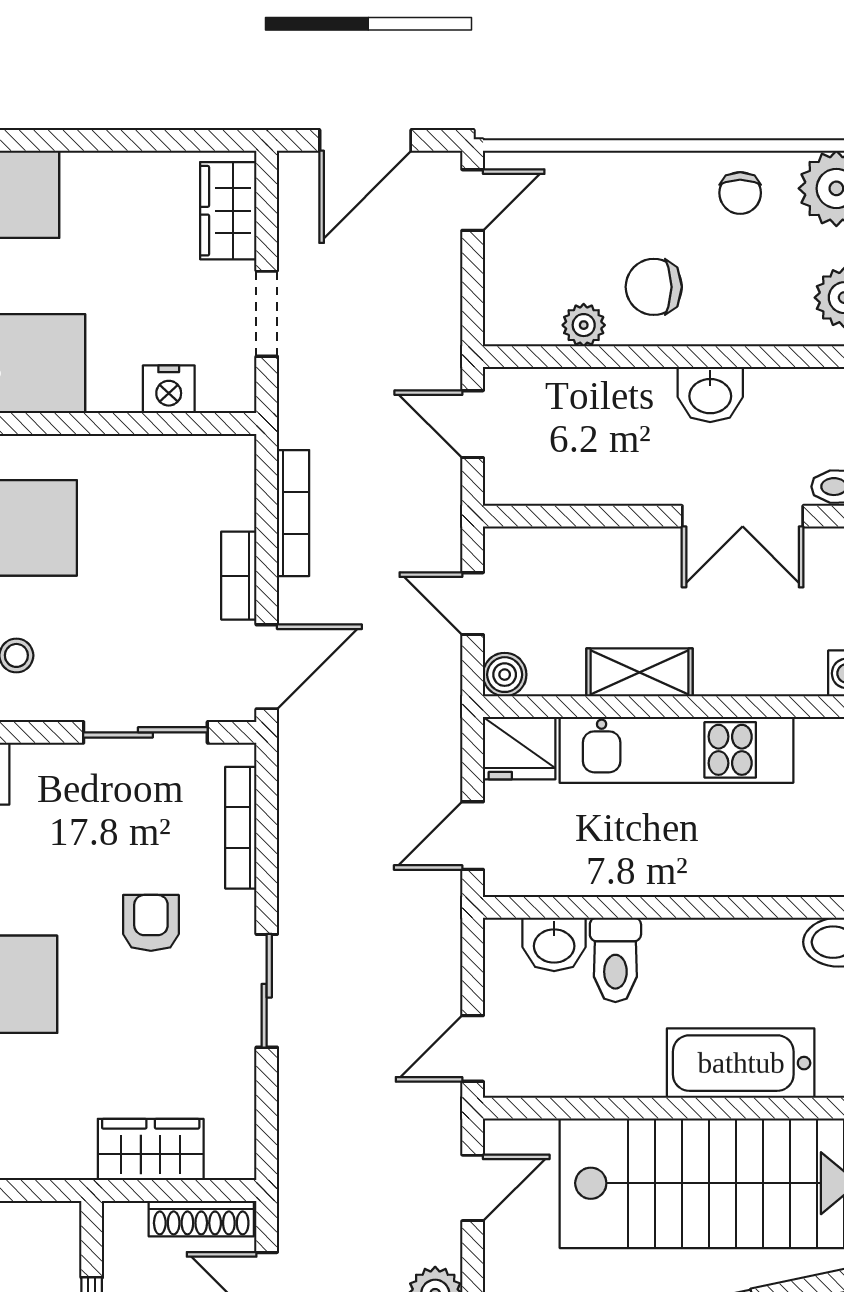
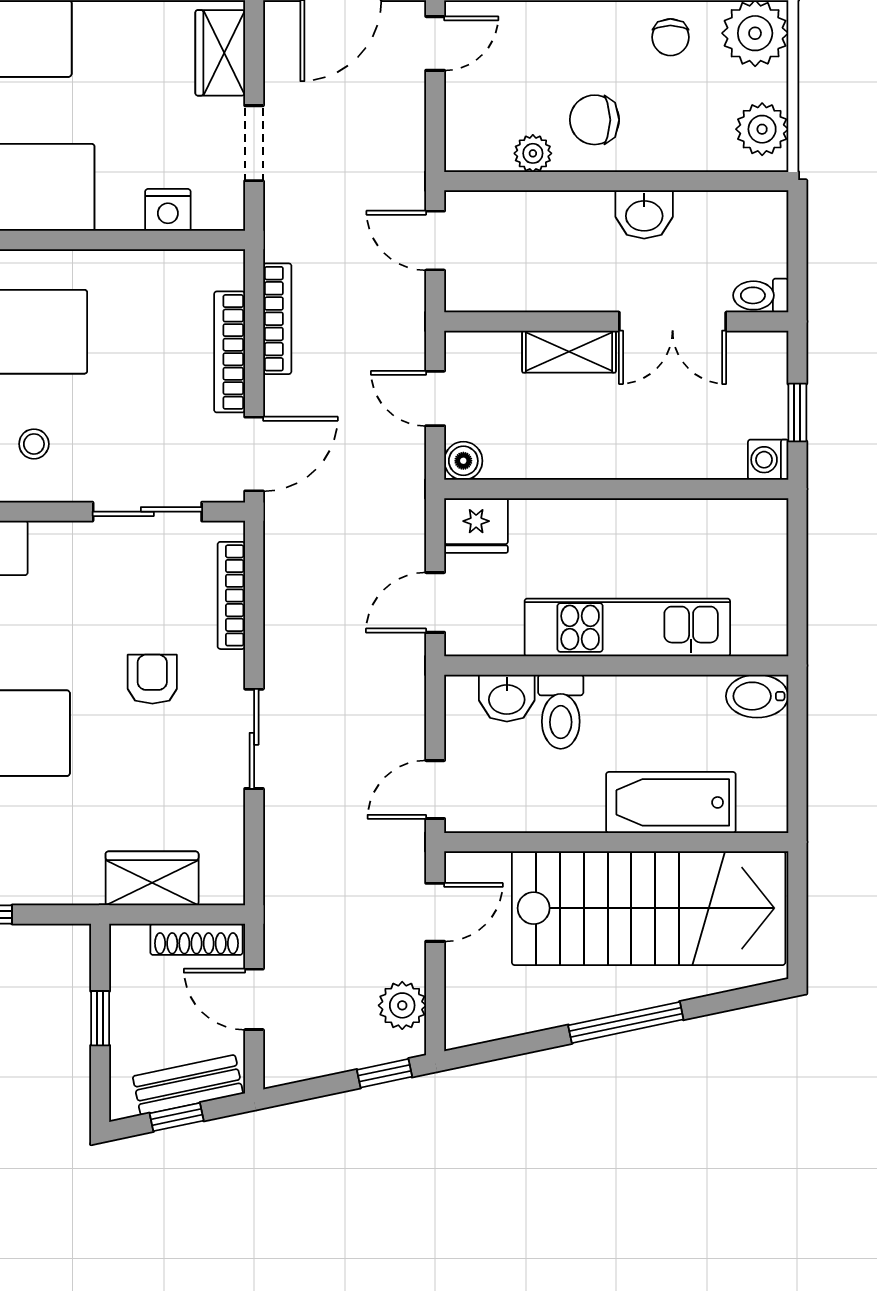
bookcase: (239, 576) -> (230, 352), width x1.56
shelving: (640, 672) -> (569, 352), moved
kitchen unit: (676, 750) -> (627, 627), moved, turned 180

